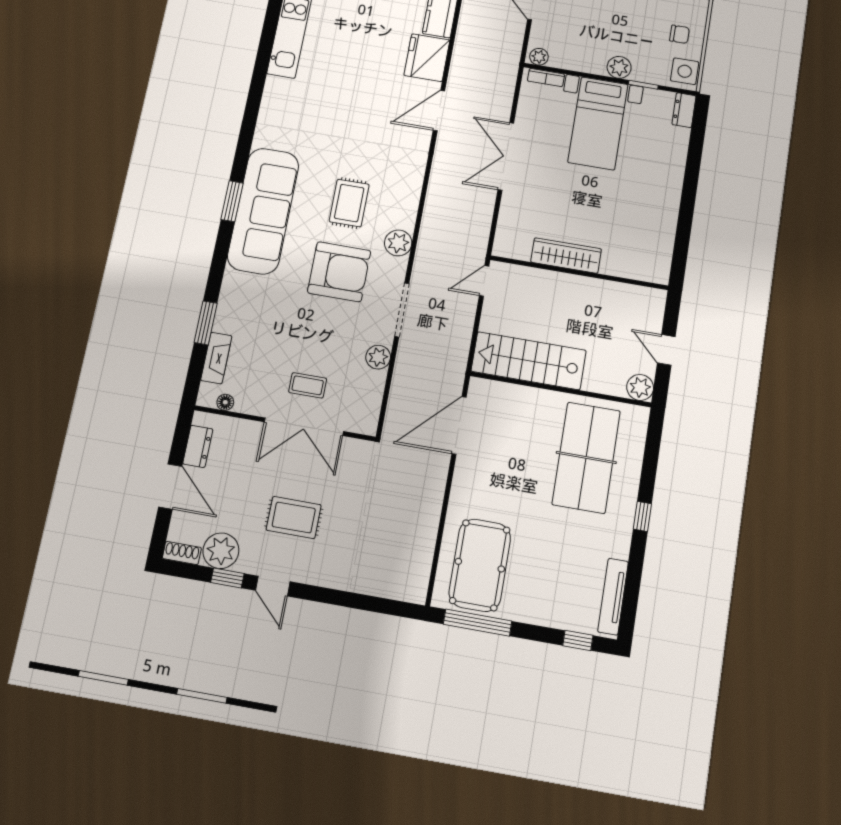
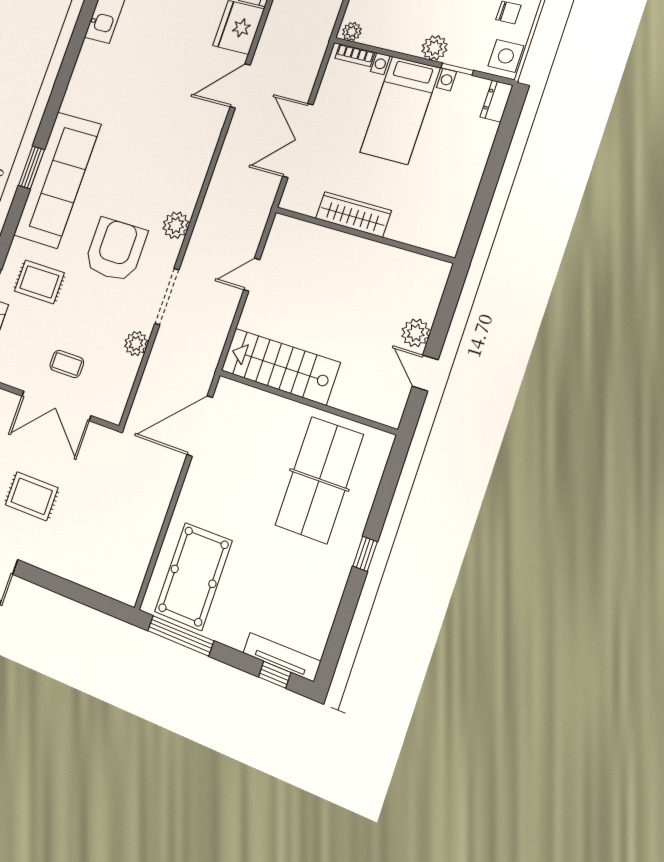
rug: (349, 203) -> (39, 282), moved, turned 90
wardrobe: (566, 256) -> (353, 214), moved
armchair: (339, 272) -> (115, 250), turned -90
wall: (579, 273) -> (363, 235), moved
plant: (640, 387) -> (416, 333), moved
tv unit: (613, 597) -> (282, 657), moved, turned 90

